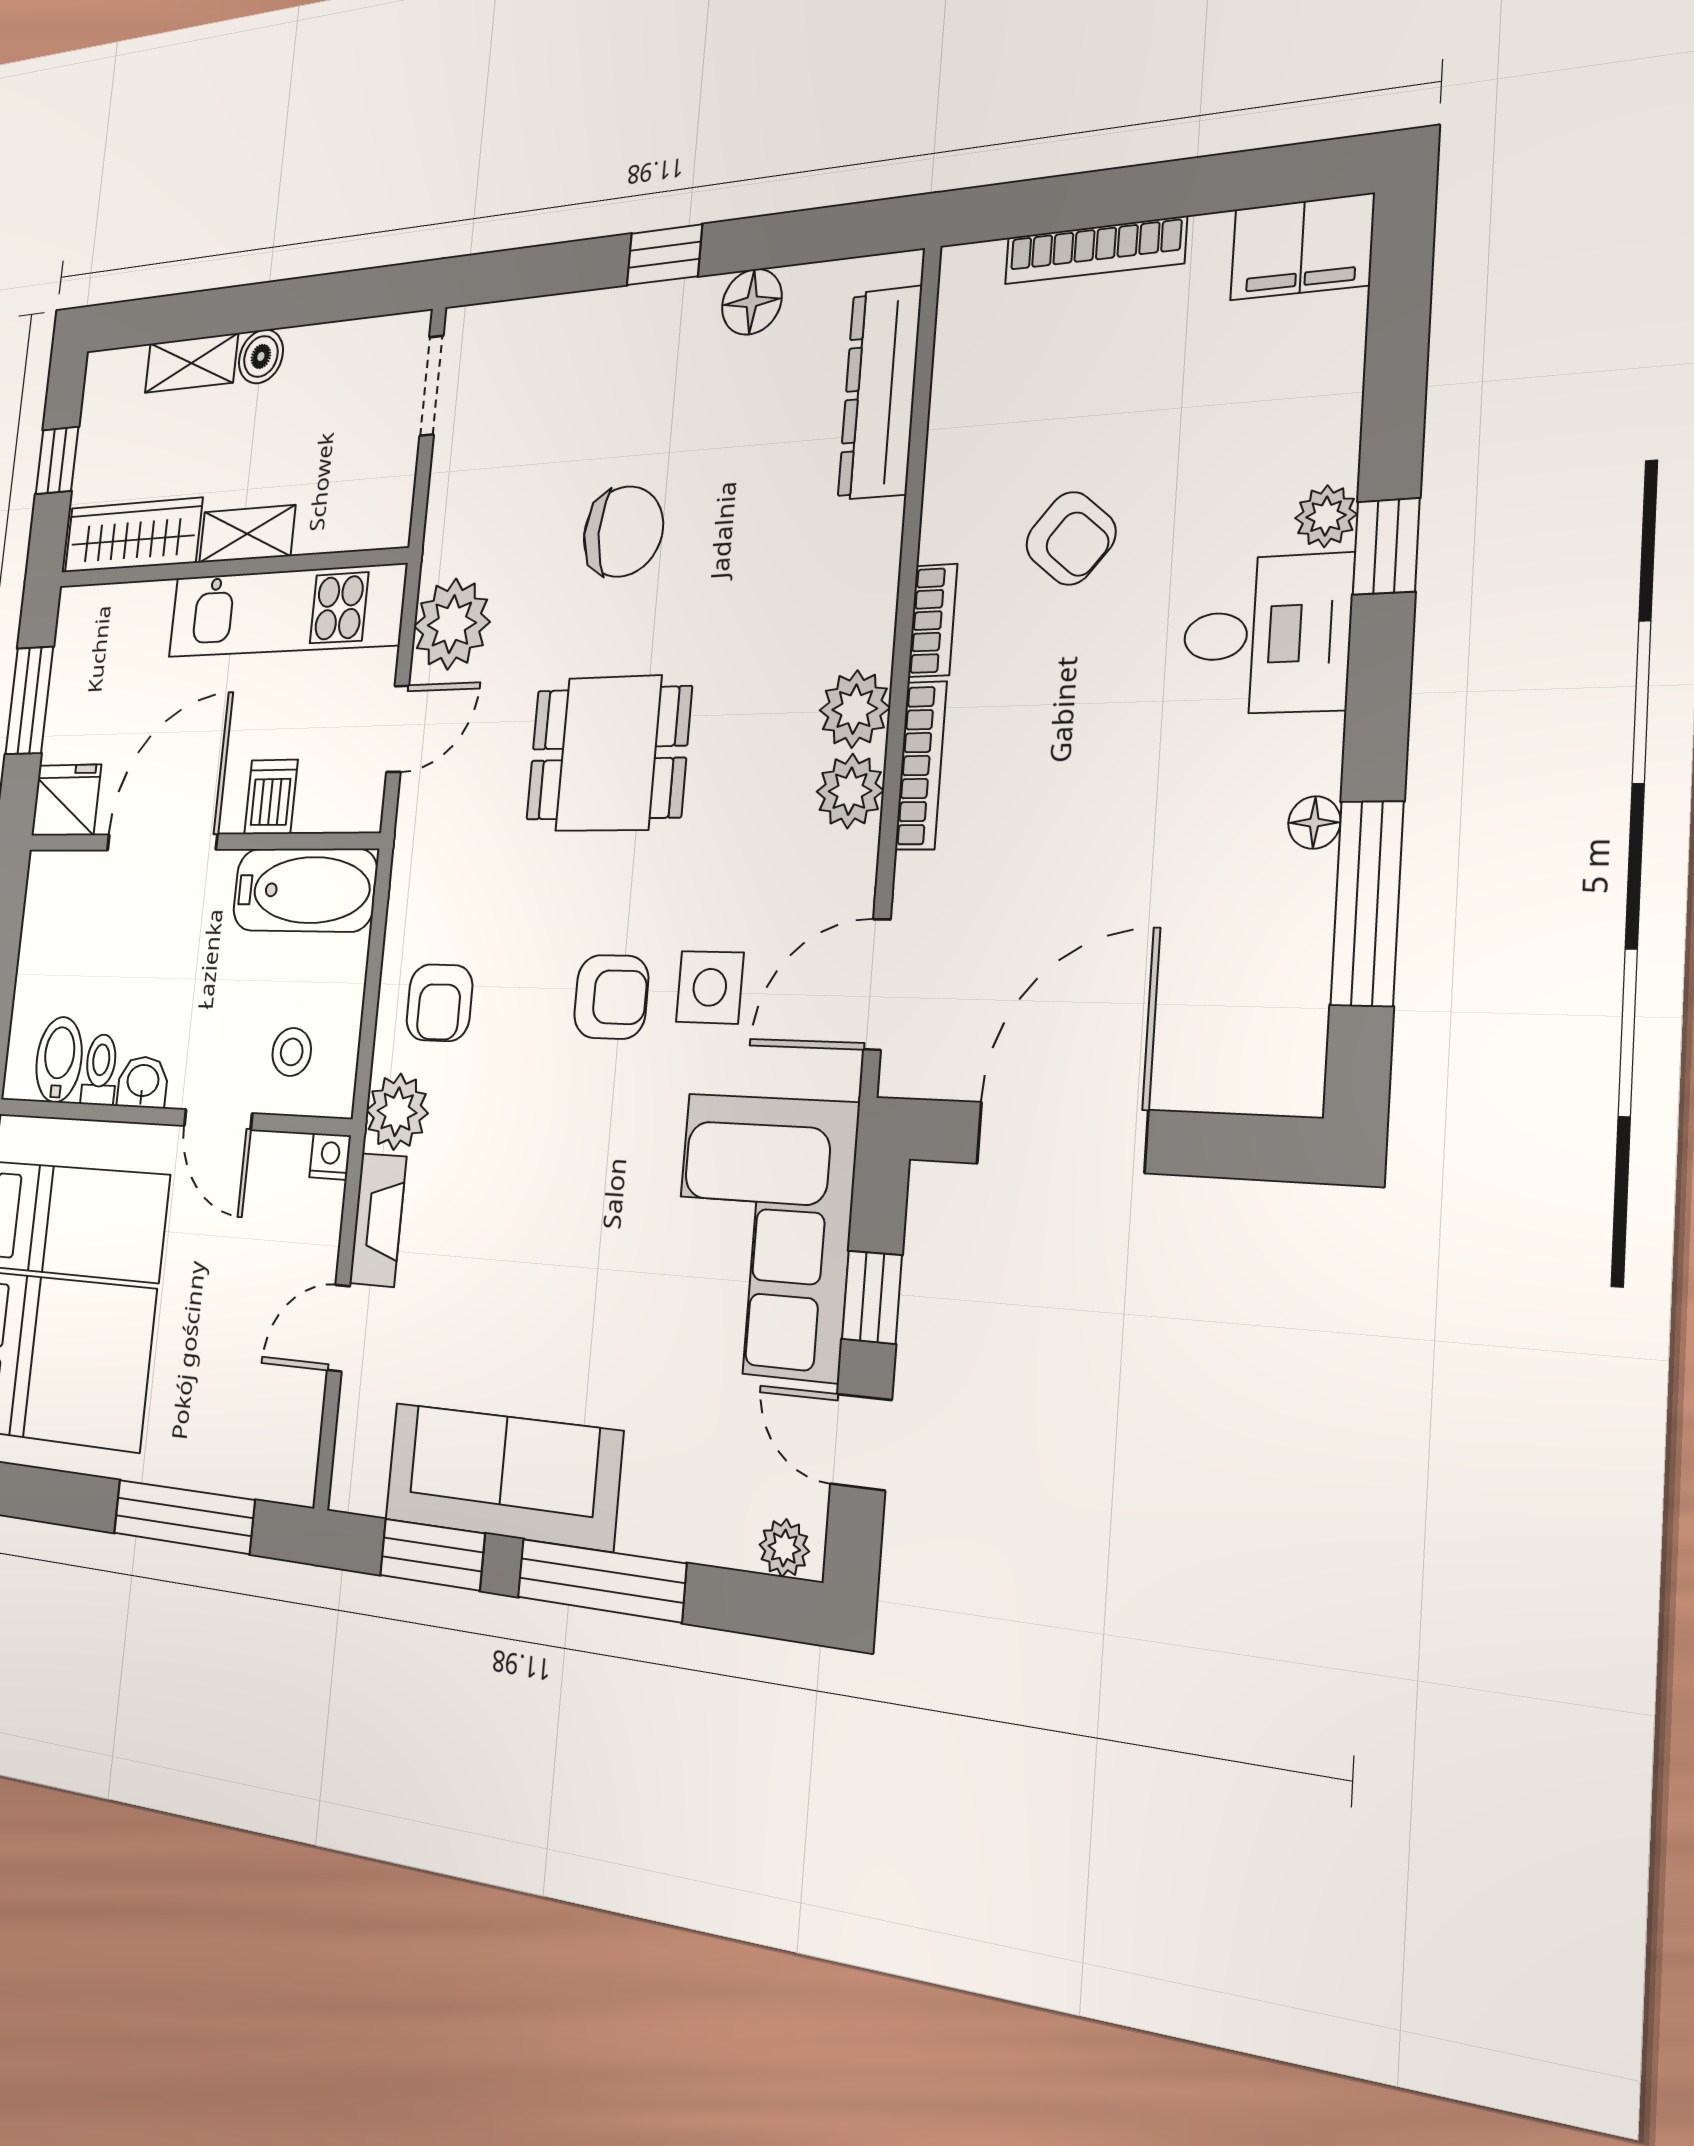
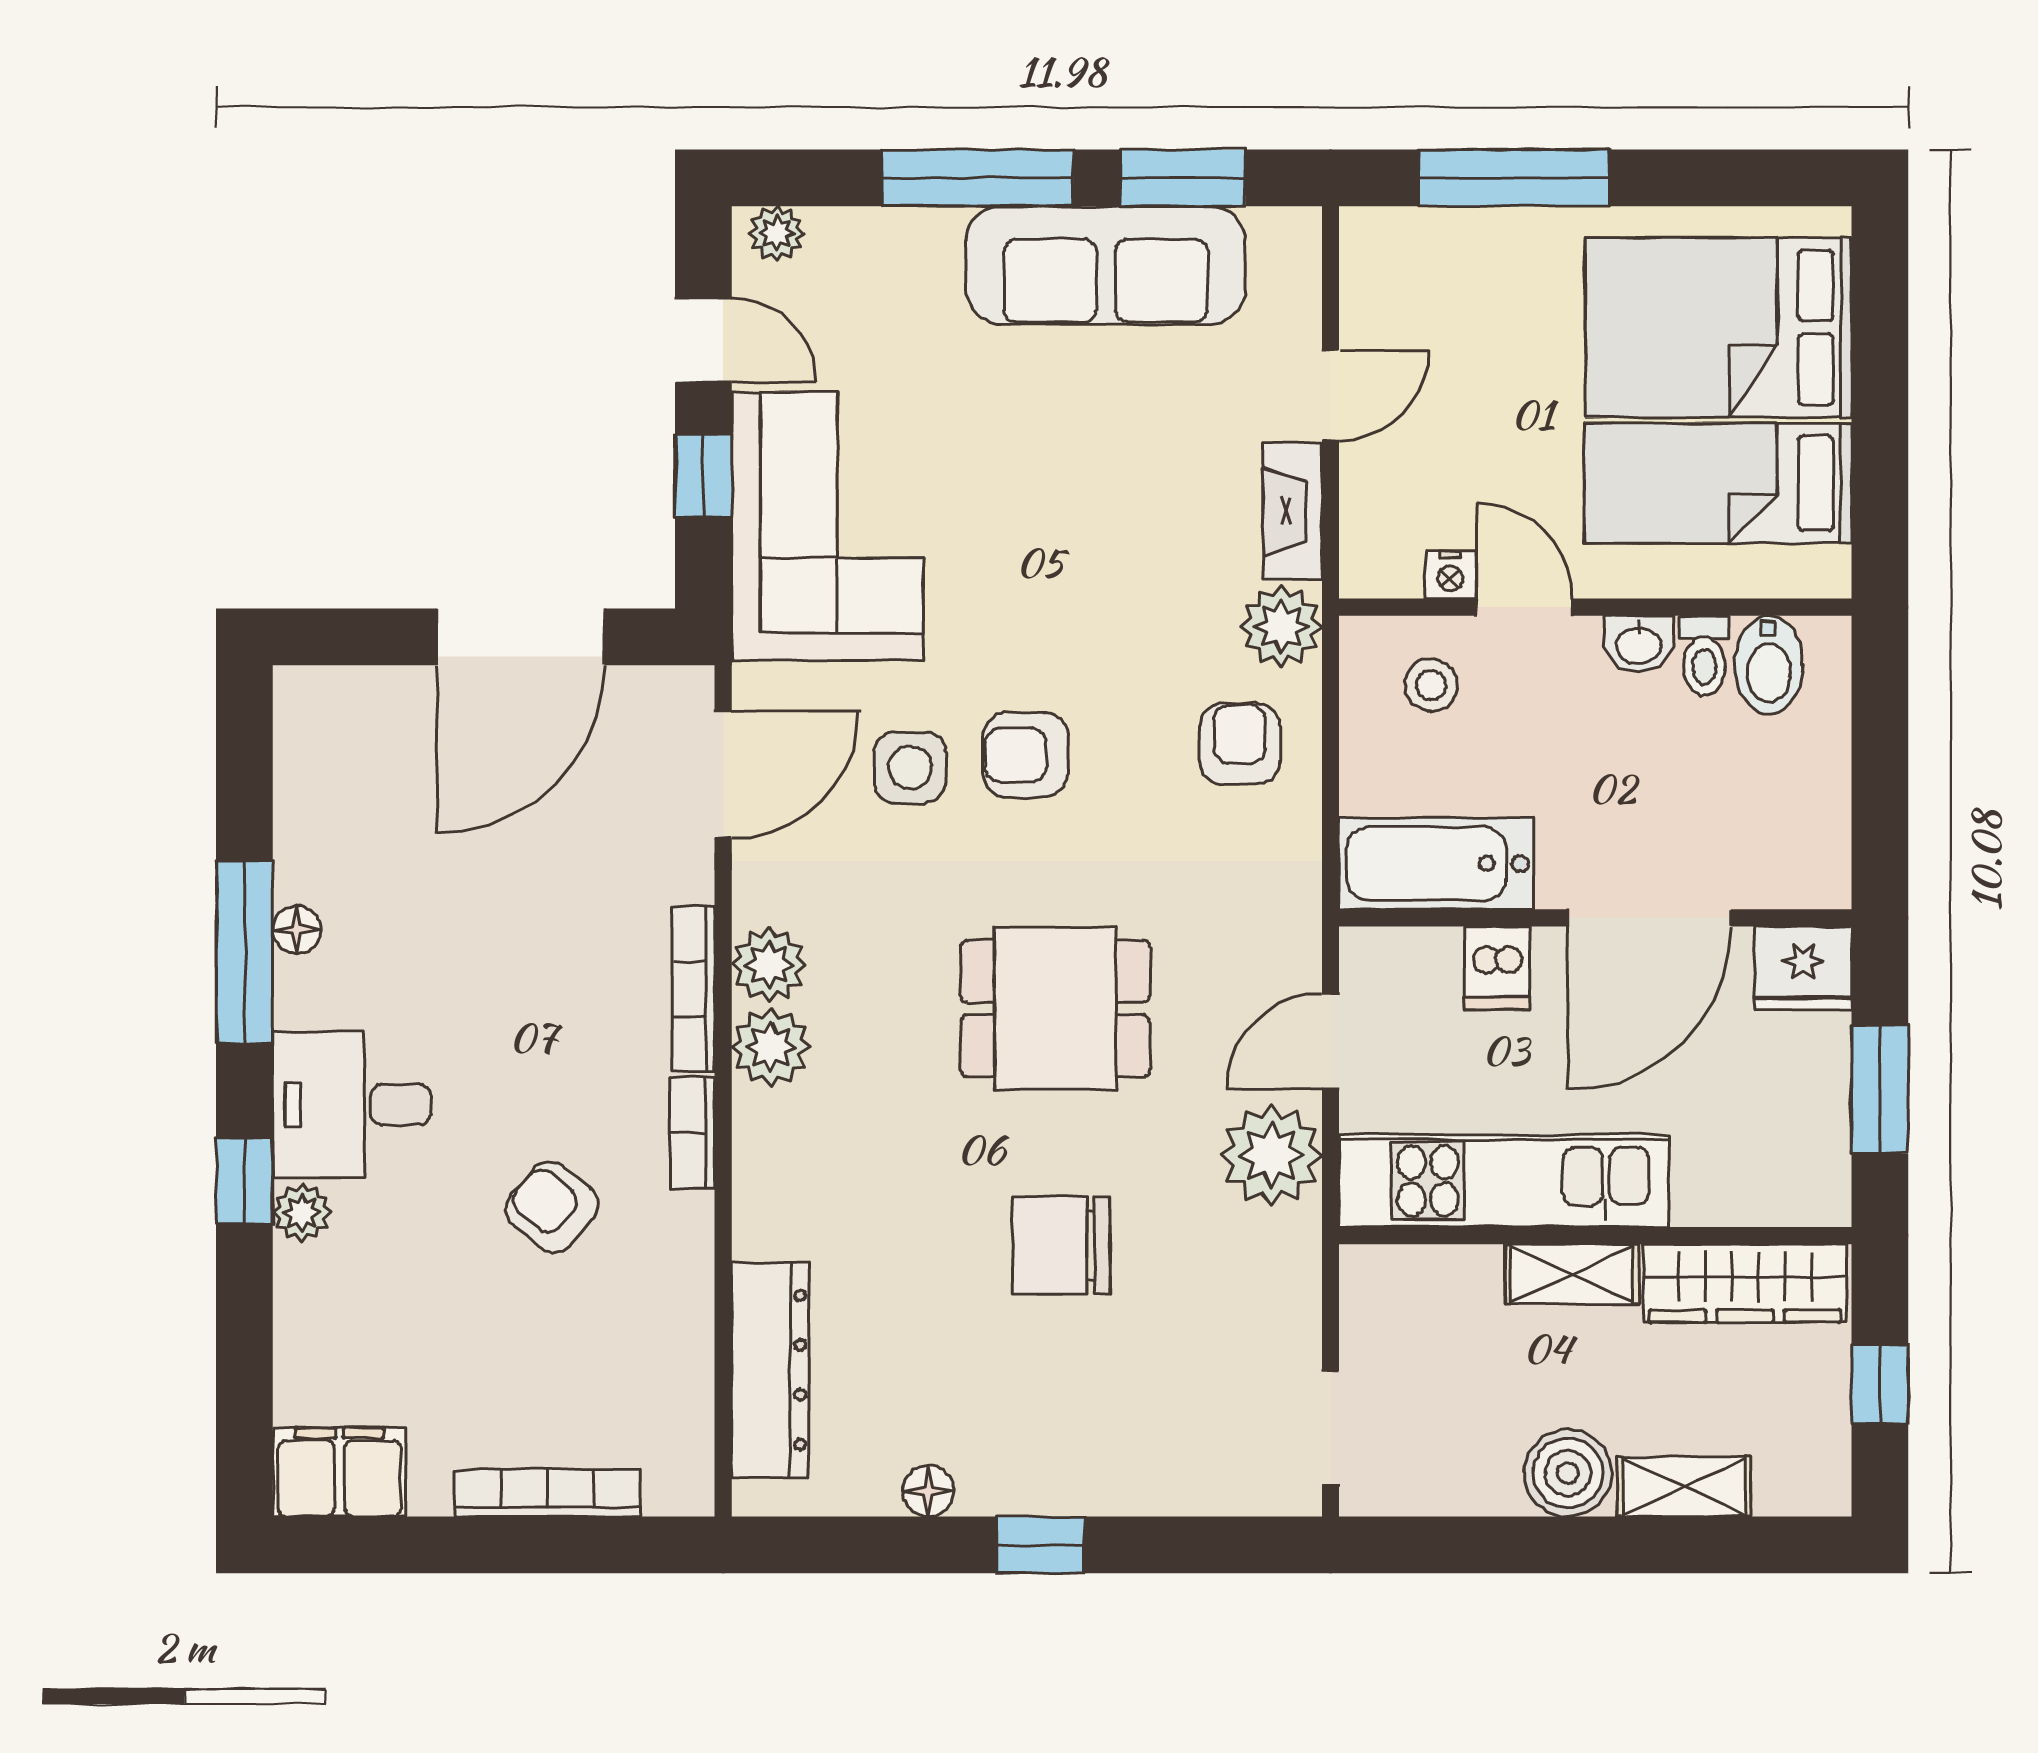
floor lamp: (752, 302) -> (928, 1491), width x0.73, depth x0.73
boiler: (261, 356) -> (1568, 1473), width x1.36, depth x1.36
window: (1367, 903) -> (244, 952), moved
nightstand: (330, 1156) -> (1450, 575), moved

